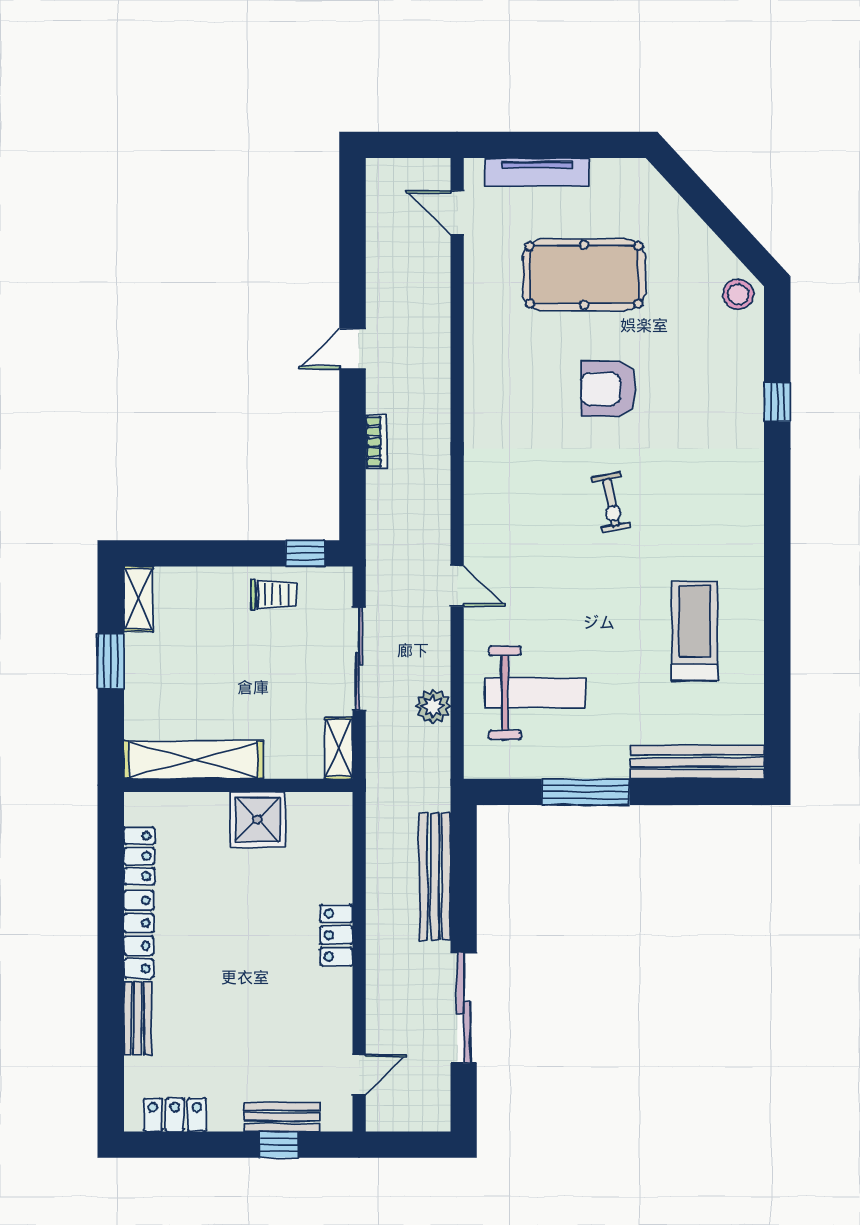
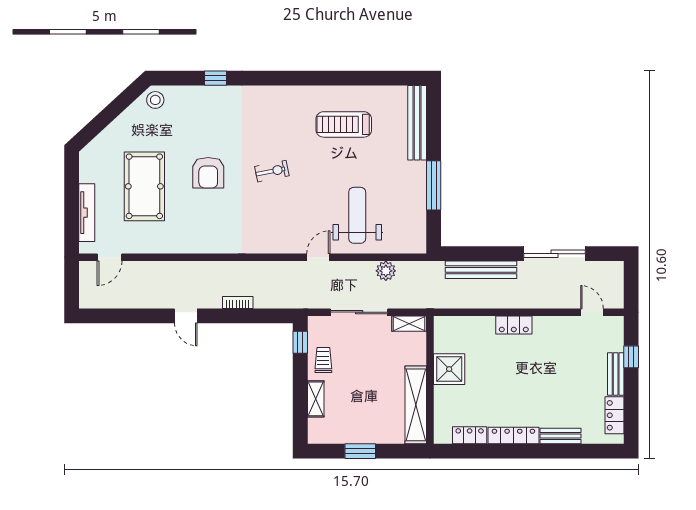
shelving: (139, 599) -> (316, 399), moved, turned 90
weight bench: (535, 693) -> (357, 215), moved
bench: (282, 1117) -> (616, 374), moved

